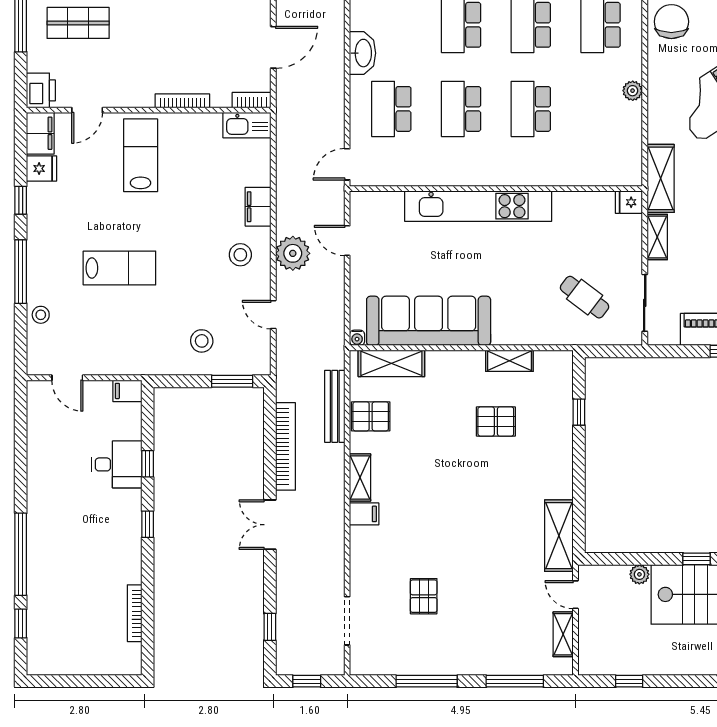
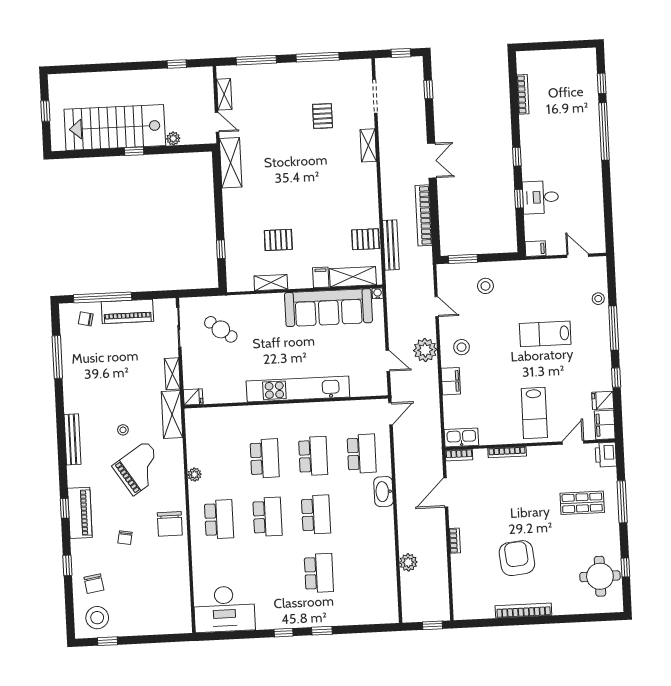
shelving: (360, 477) -> (368, 145), moved
filing cabinet: (364, 514) -> (321, 277), moved, turned 90

